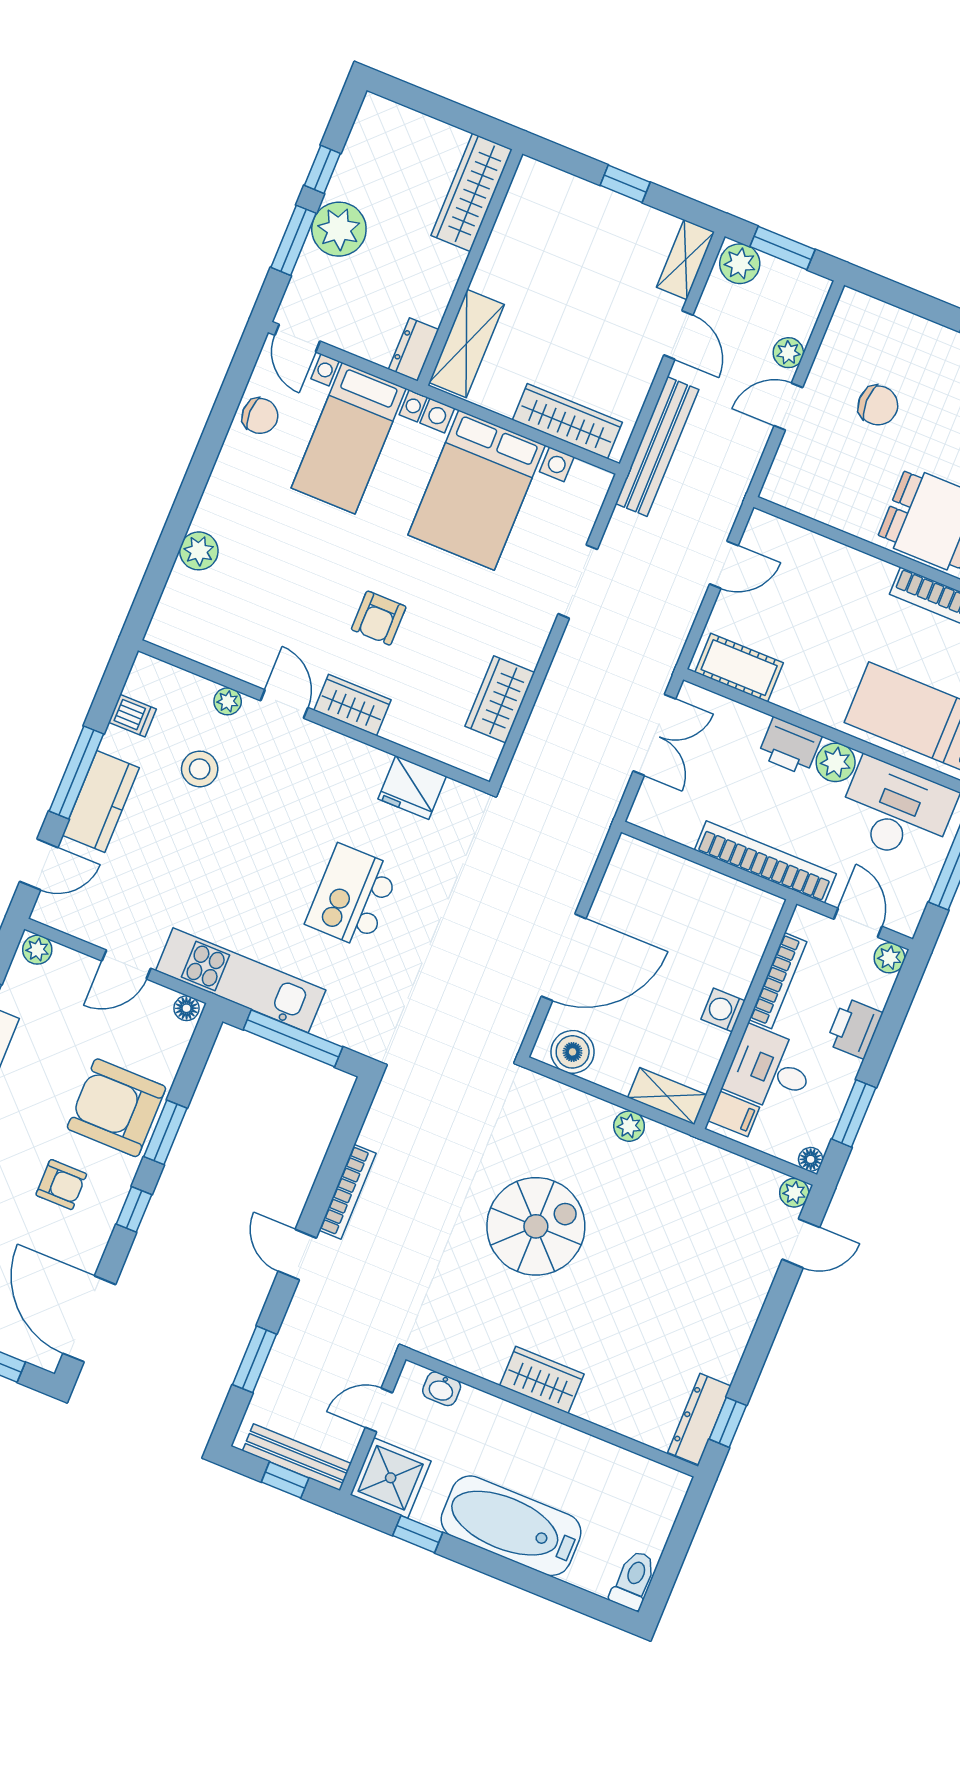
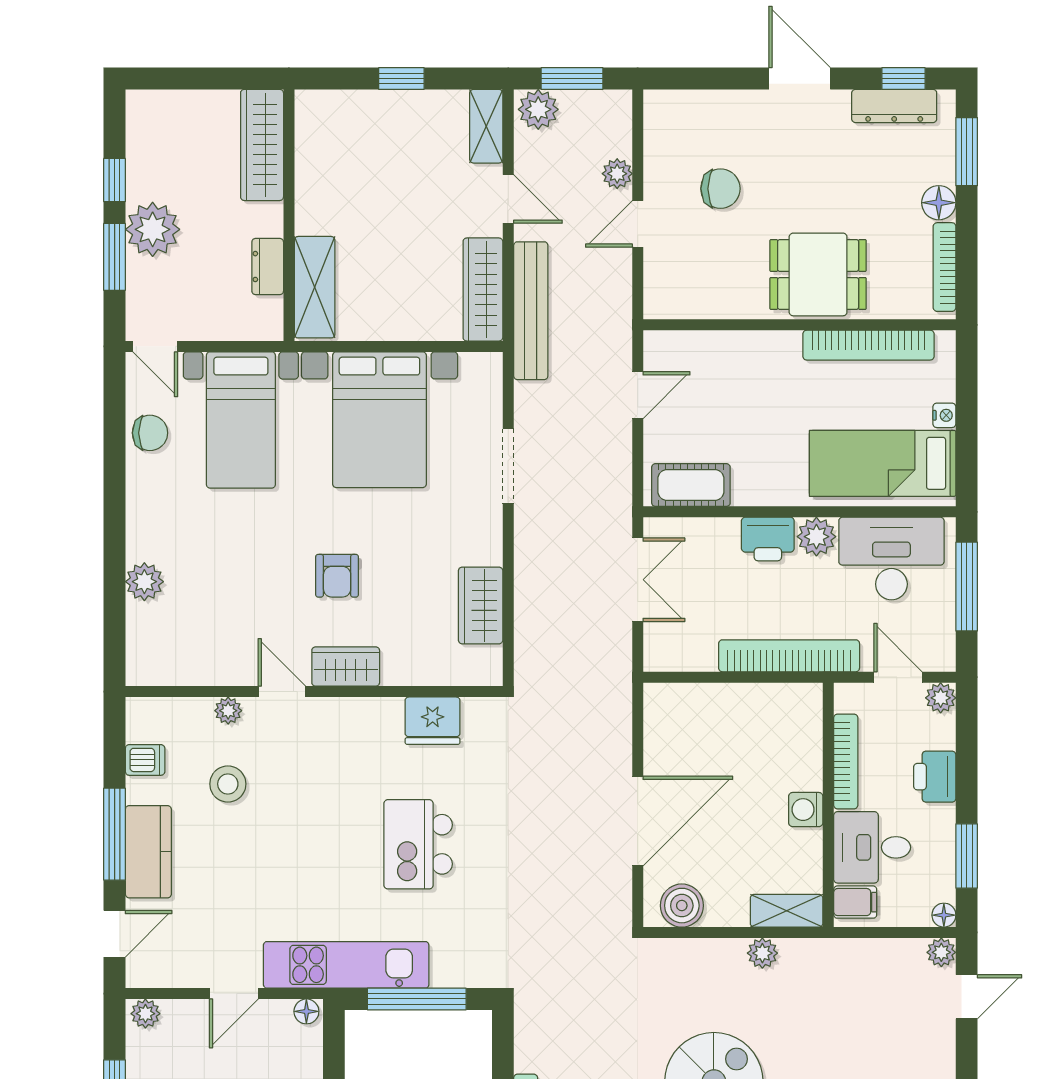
dresser: (414, 349) -> (268, 267), moved
wardrobe: (567, 421) -> (483, 289), moved, turned -90

